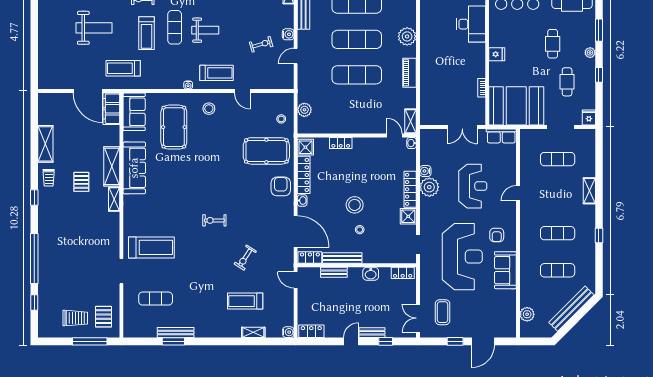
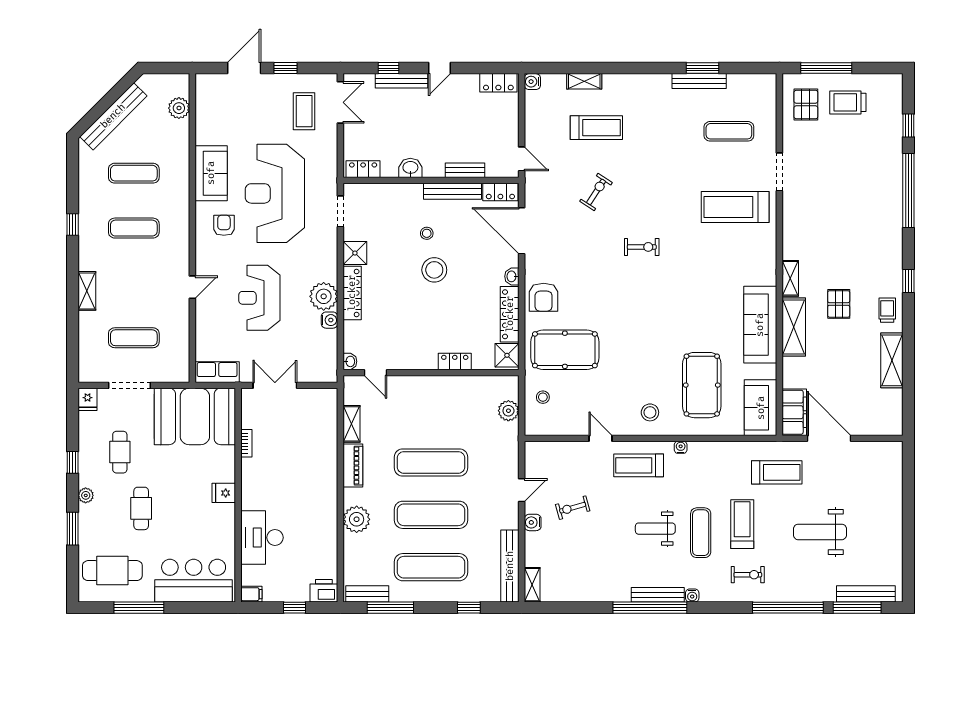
shelving: (410, 121) -> (352, 424), moved
bench: (372, 333) -> (401, 81), width x1.36

